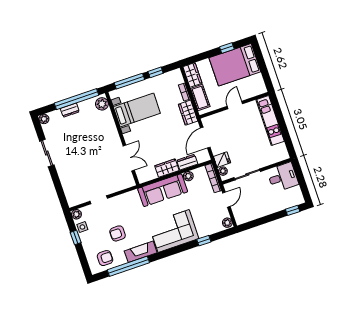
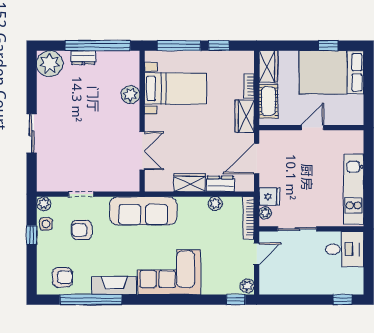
plant: (102, 104) -> (130, 95), moved
plant: (44, 119) -> (50, 64), width x1.87, depth x1.87
kitchen unit: (270, 121) -> (354, 189), moved
sliding door: (47, 153) -> (32, 133), moved
sofa: (163, 190) -> (143, 211), moved
armchair: (118, 233) -> (82, 230), moved
window: (204, 241) -> (236, 300), moved

